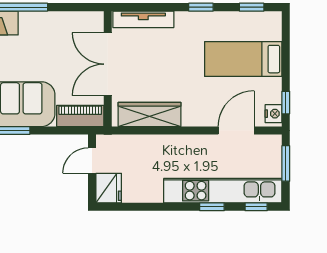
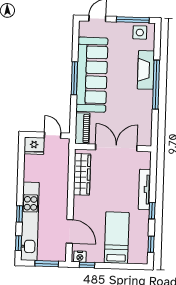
tv unit: (143, 19) -> (145, 189), moved

